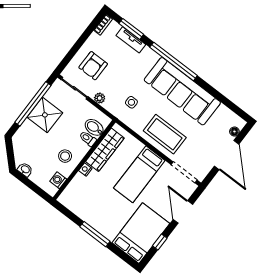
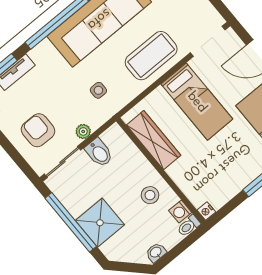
armchair: (93, 66) -> (38, 130), turned 180
shower: (45, 115) -> (100, 223), moved
bidet: (94, 127) -> (99, 153), moved, turned -90
toilet: (88, 139) -> (189, 226), moved
nightstand: (85, 169) -> (206, 211), moved

